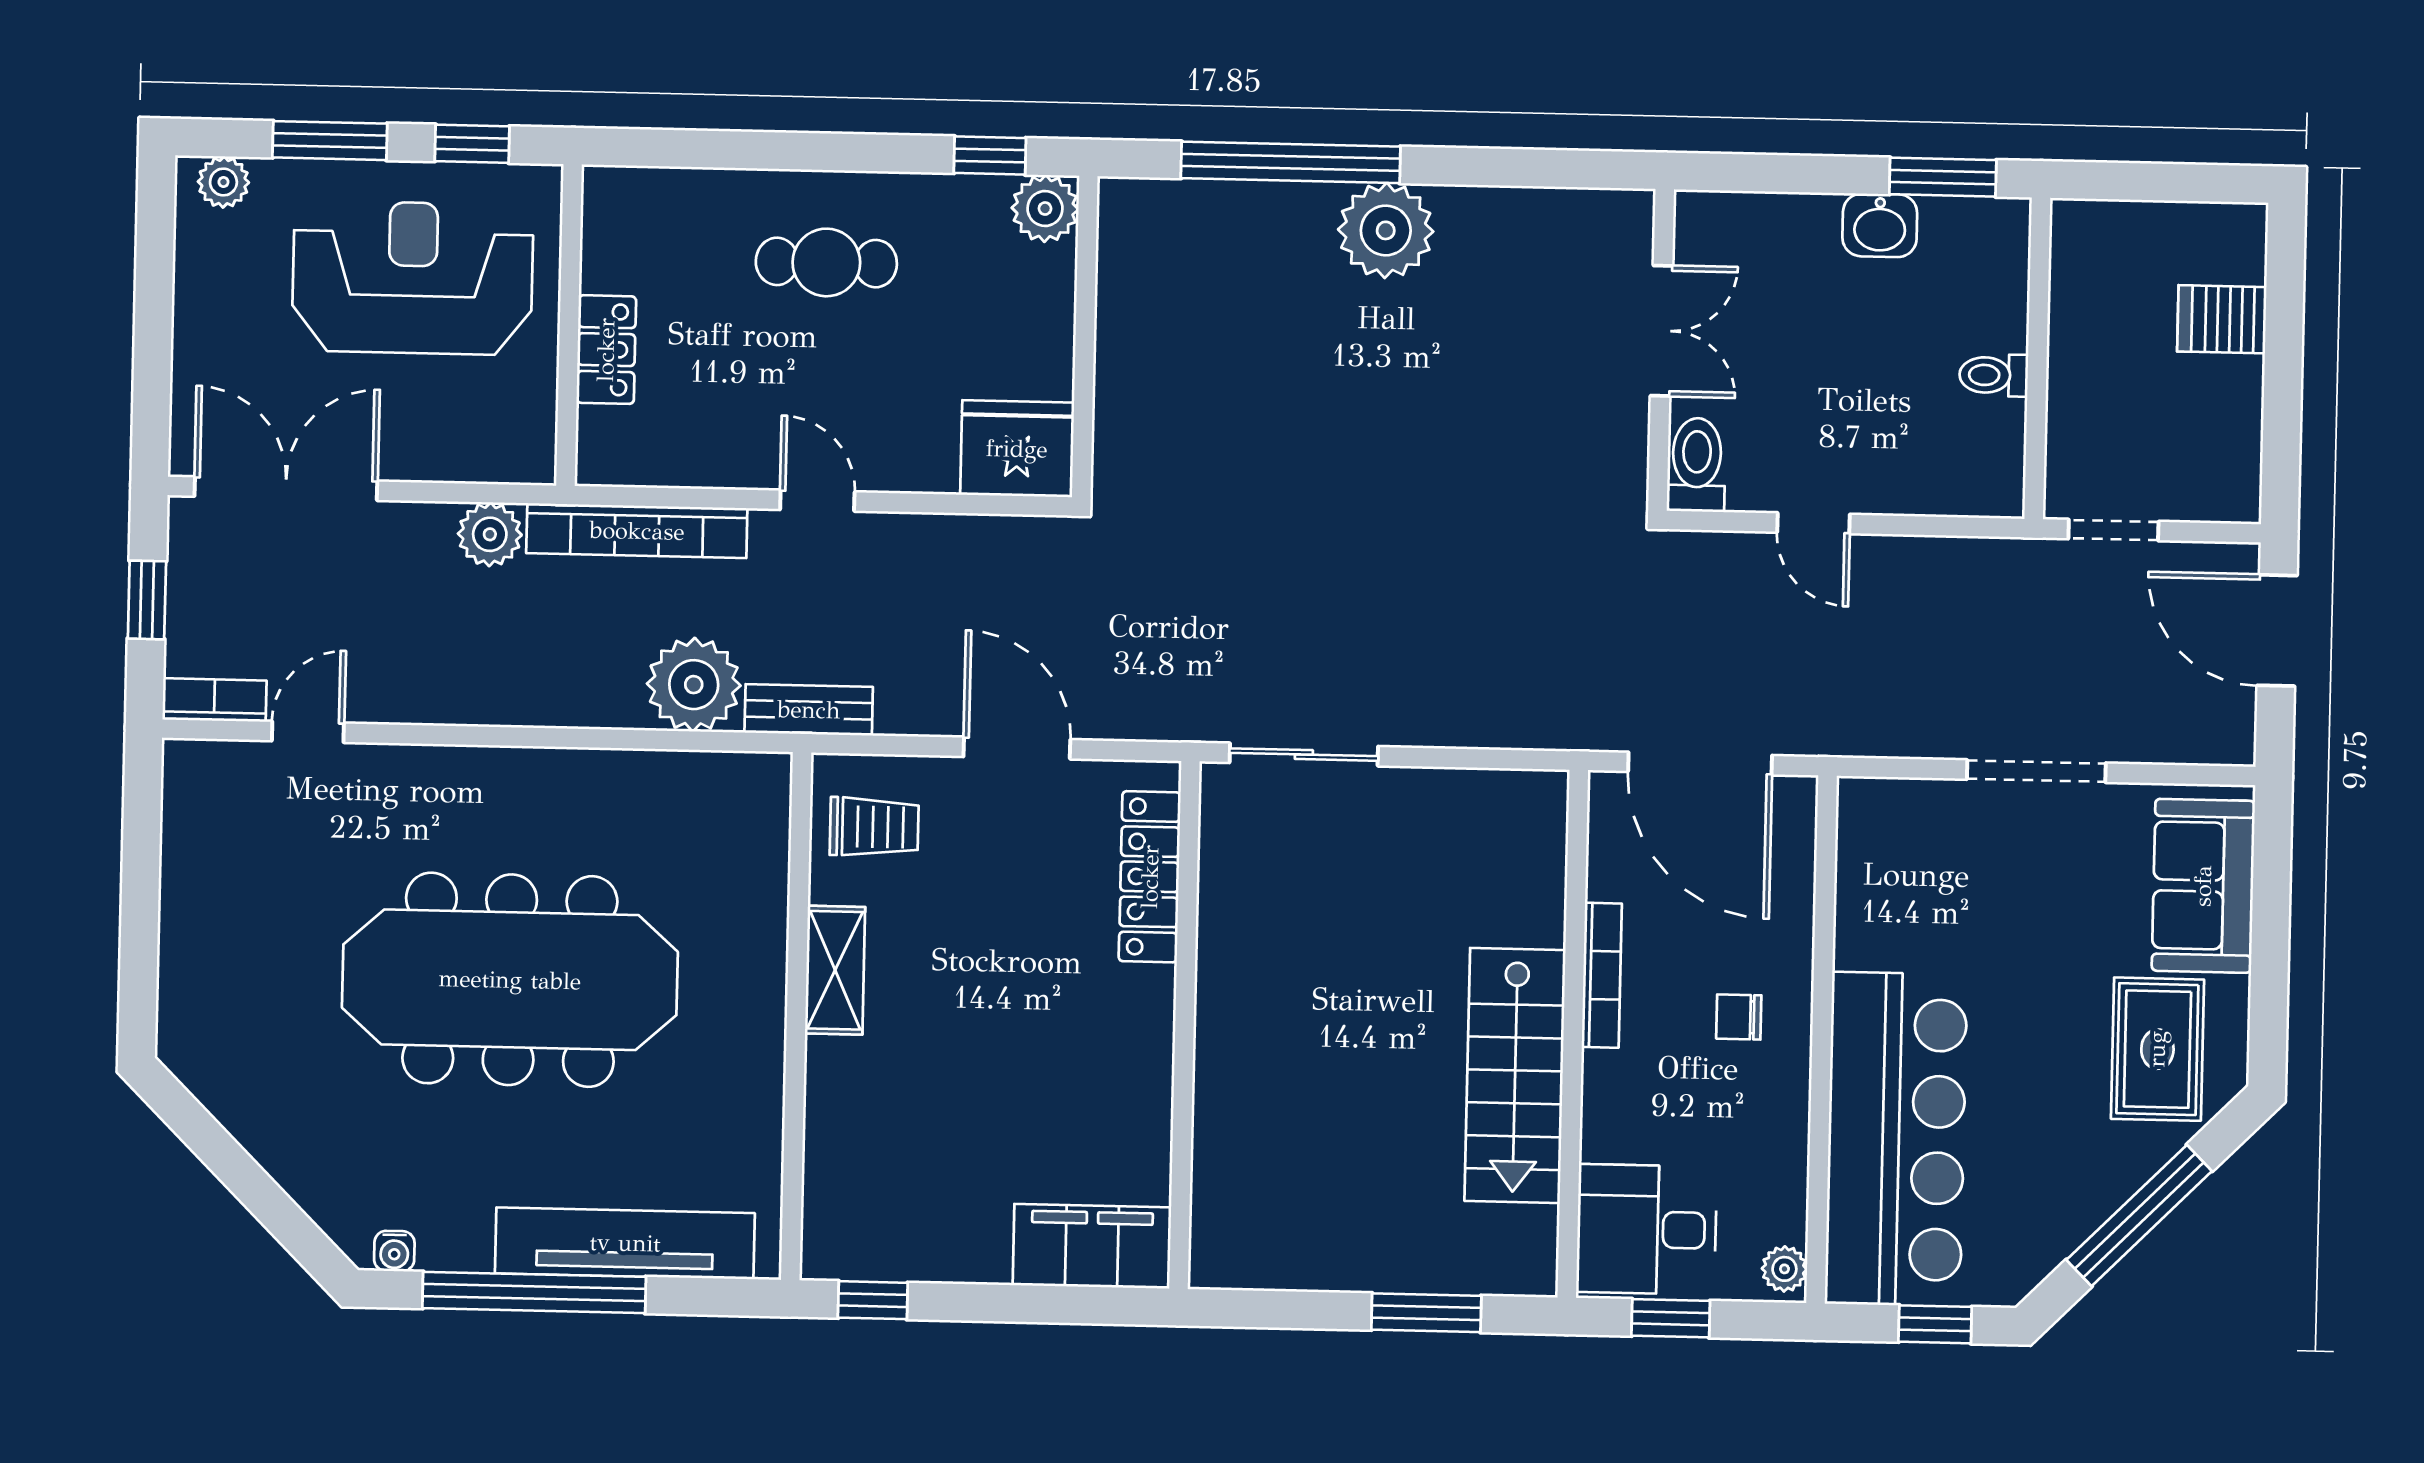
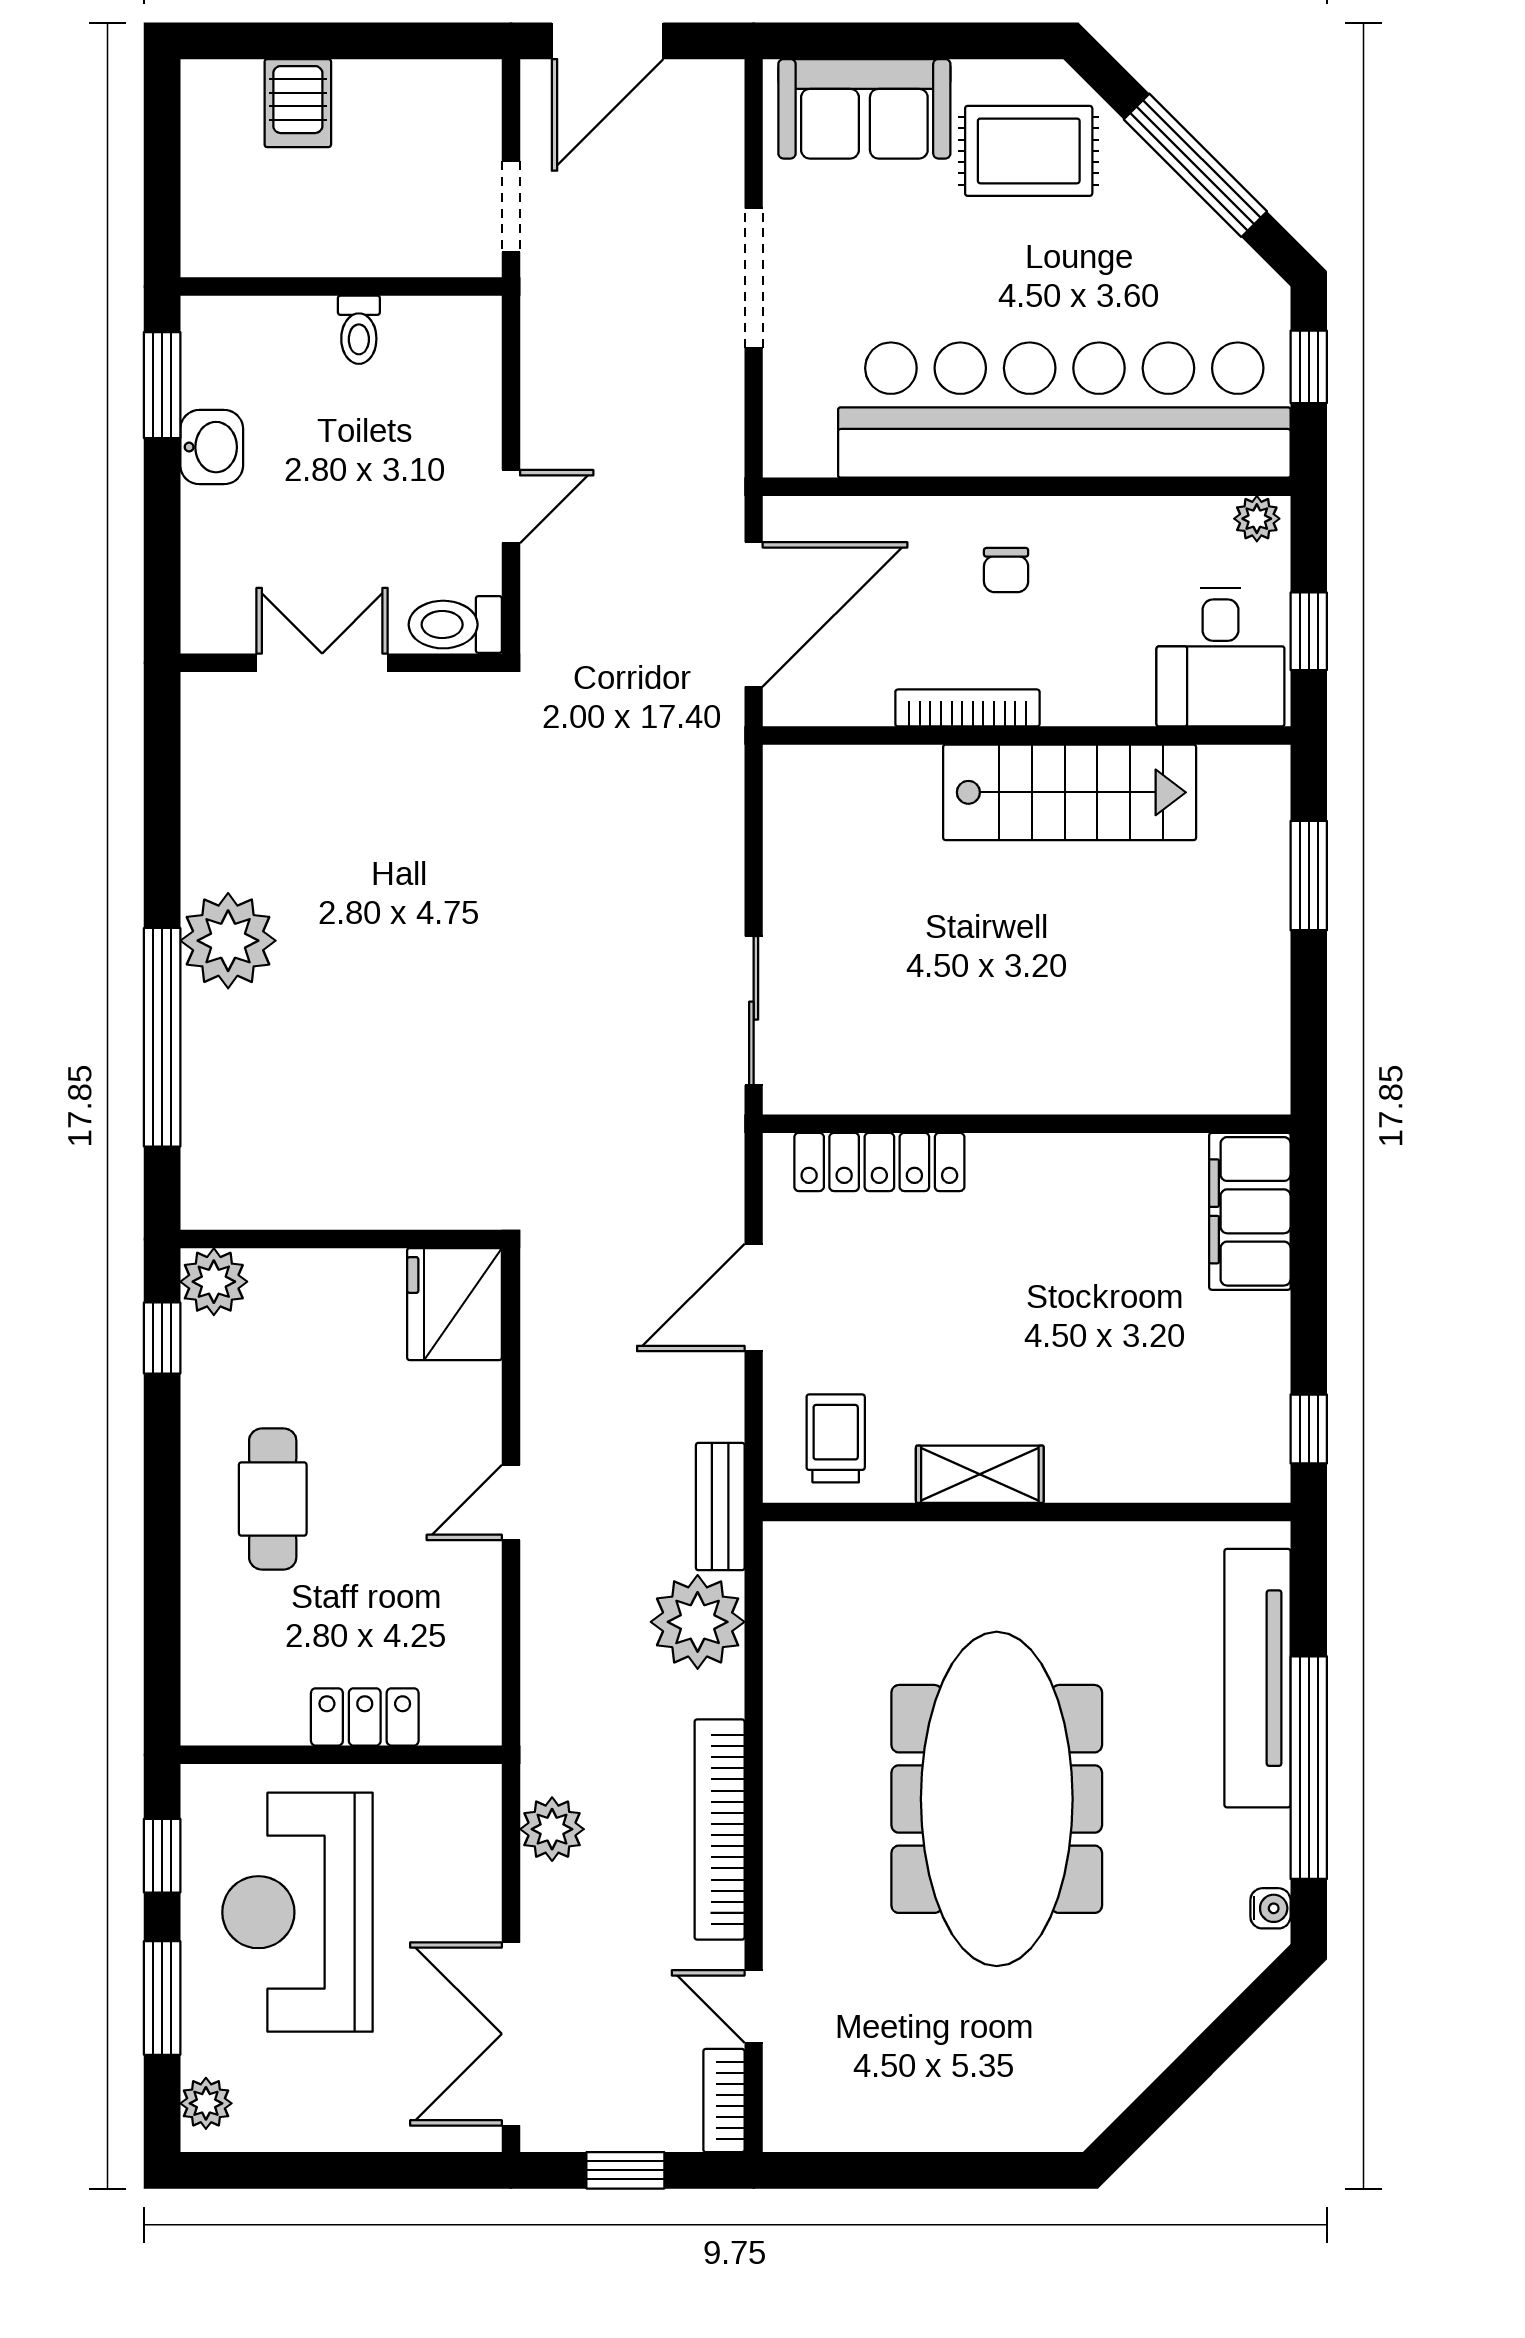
bookcase: (637, 531) -> (720, 1829), moved, turned 180
bar counter: (1896, 1139) -> (1064, 410), width x1.36

